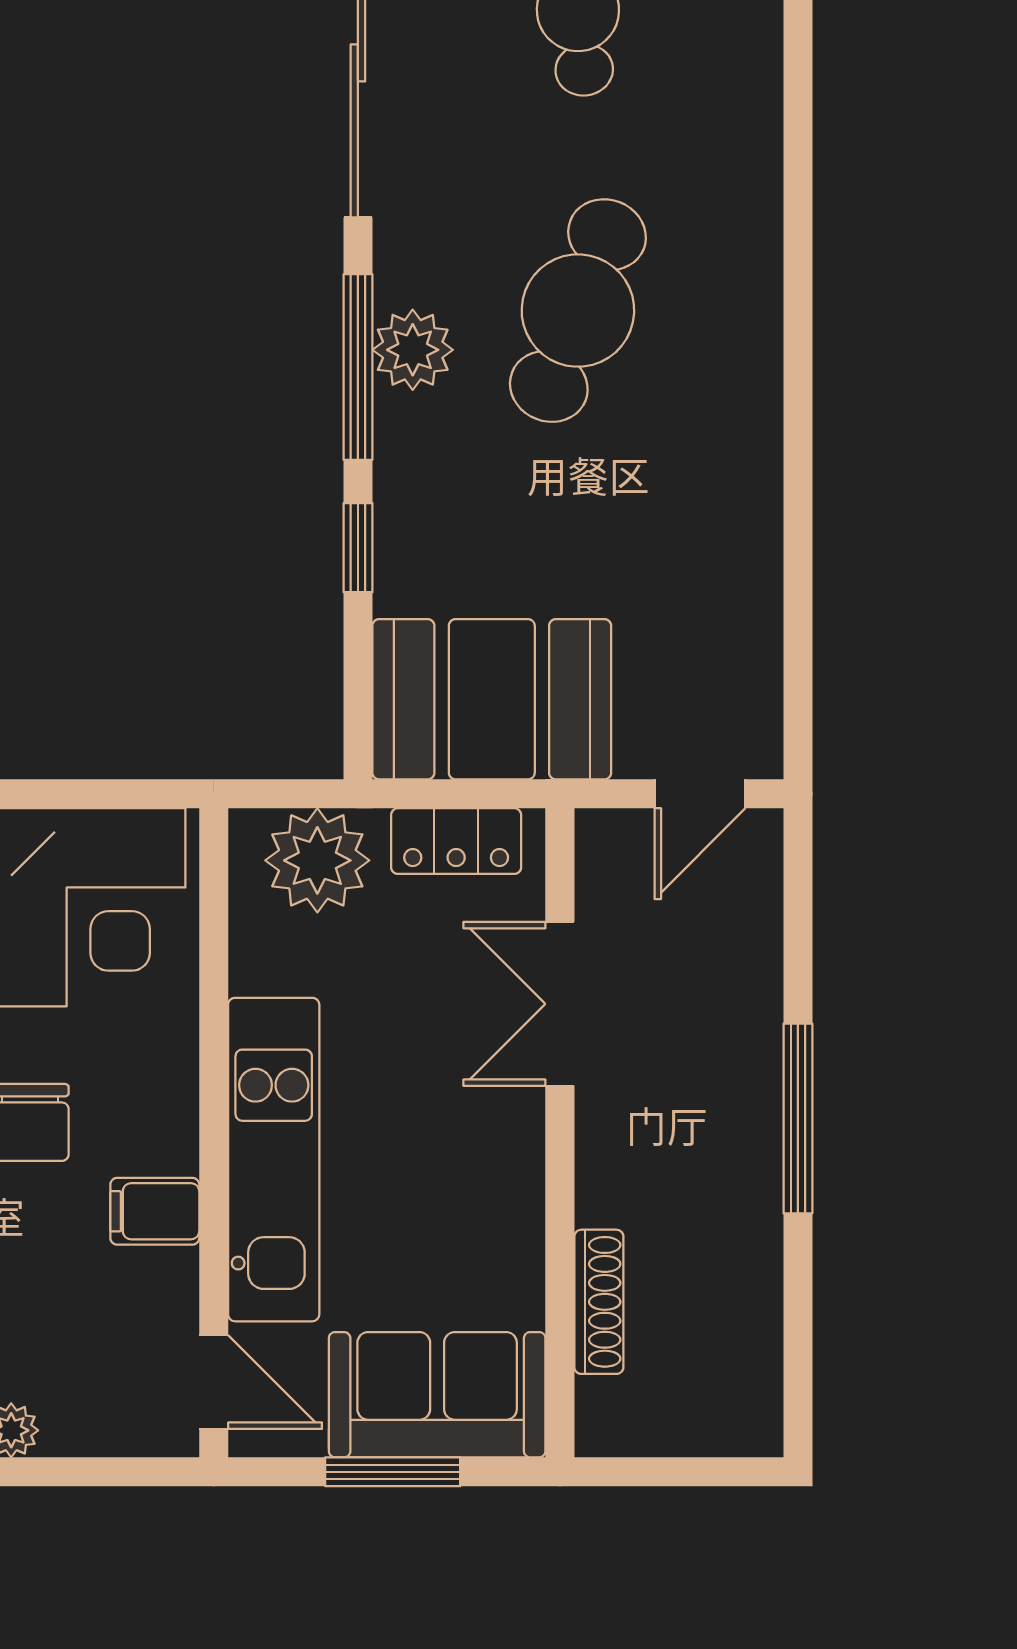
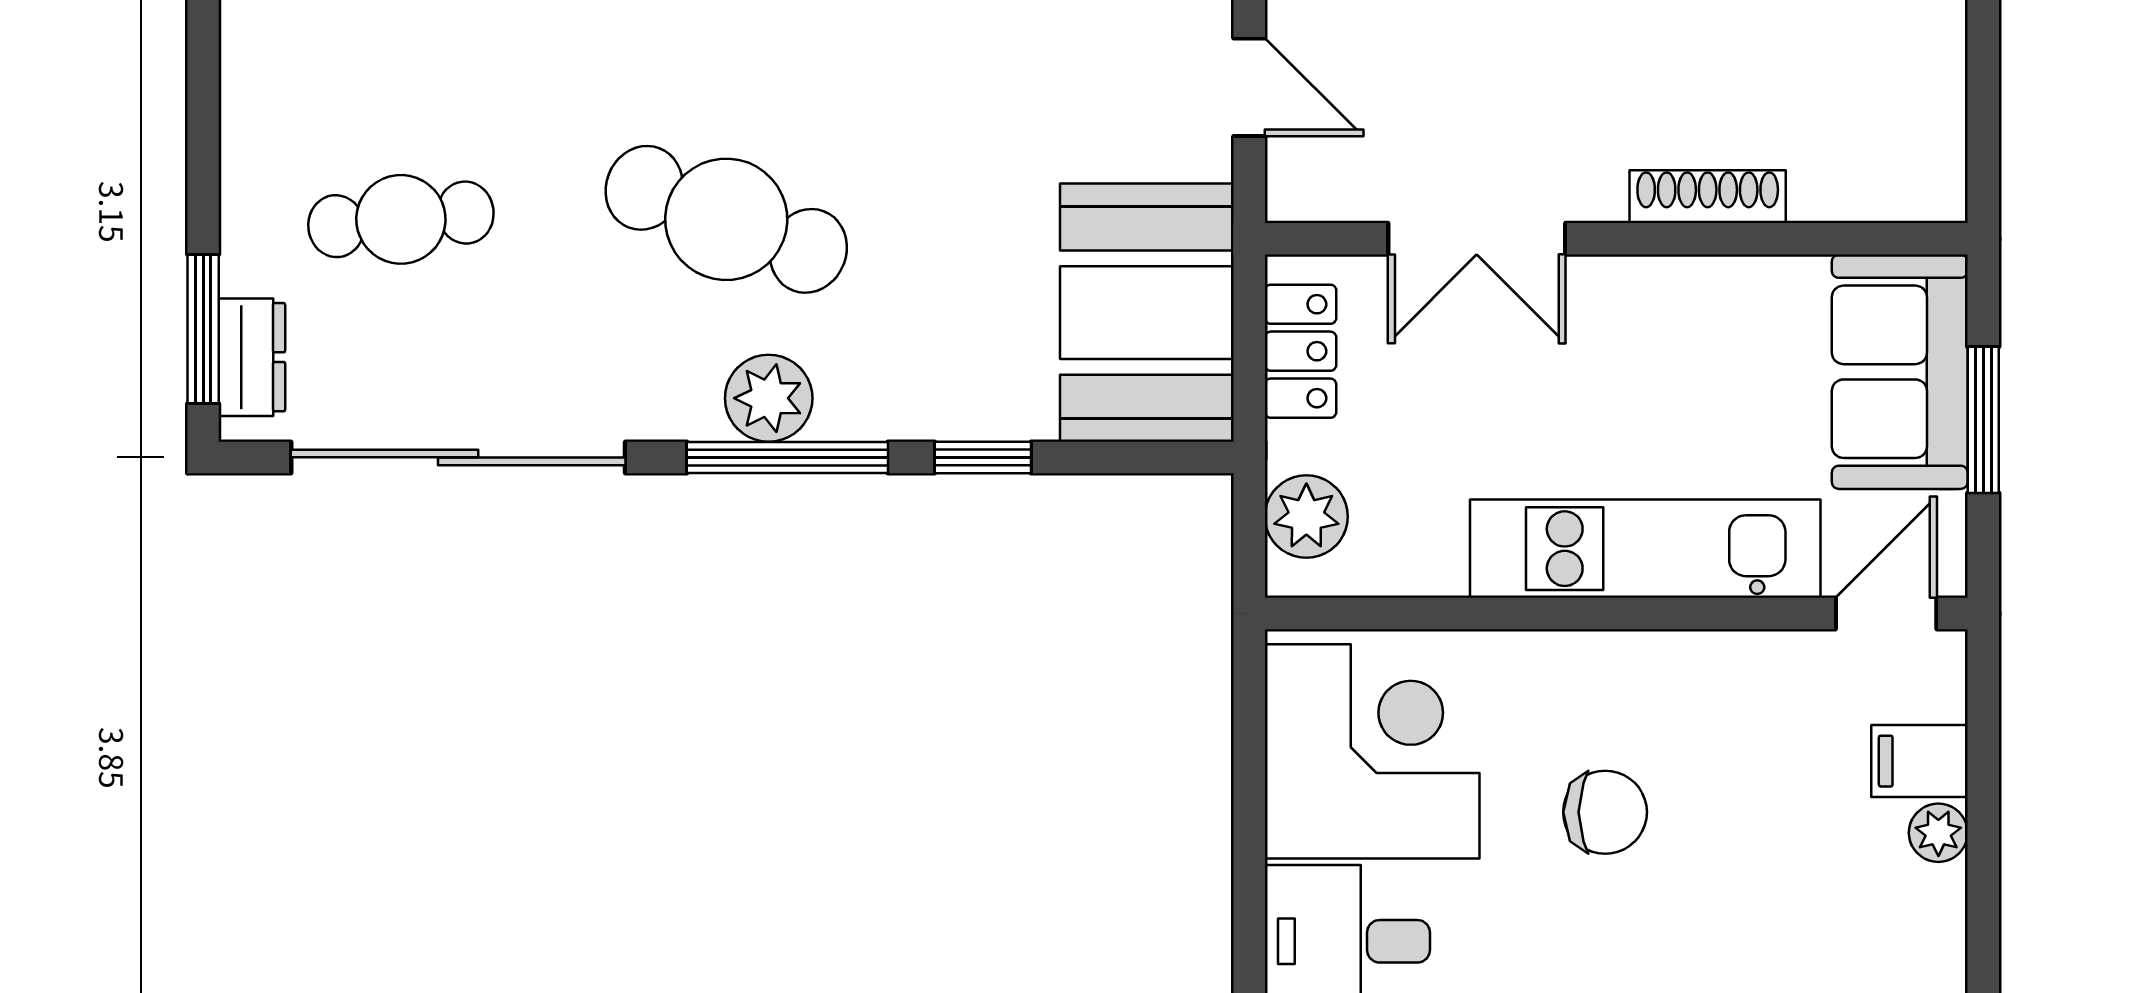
plant: (317, 860) -> (1306, 517), width x0.73, depth x0.73
filing cabinet: (155, 1211) -> (1919, 761), moved, turned 90
shoe rack: (599, 1302) -> (1708, 197), moved

